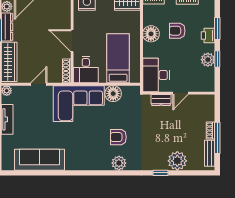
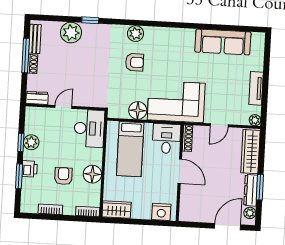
armchair: (177, 31) -> (63, 176), turned -90
dresser: (161, 100) -> (37, 98), moved

